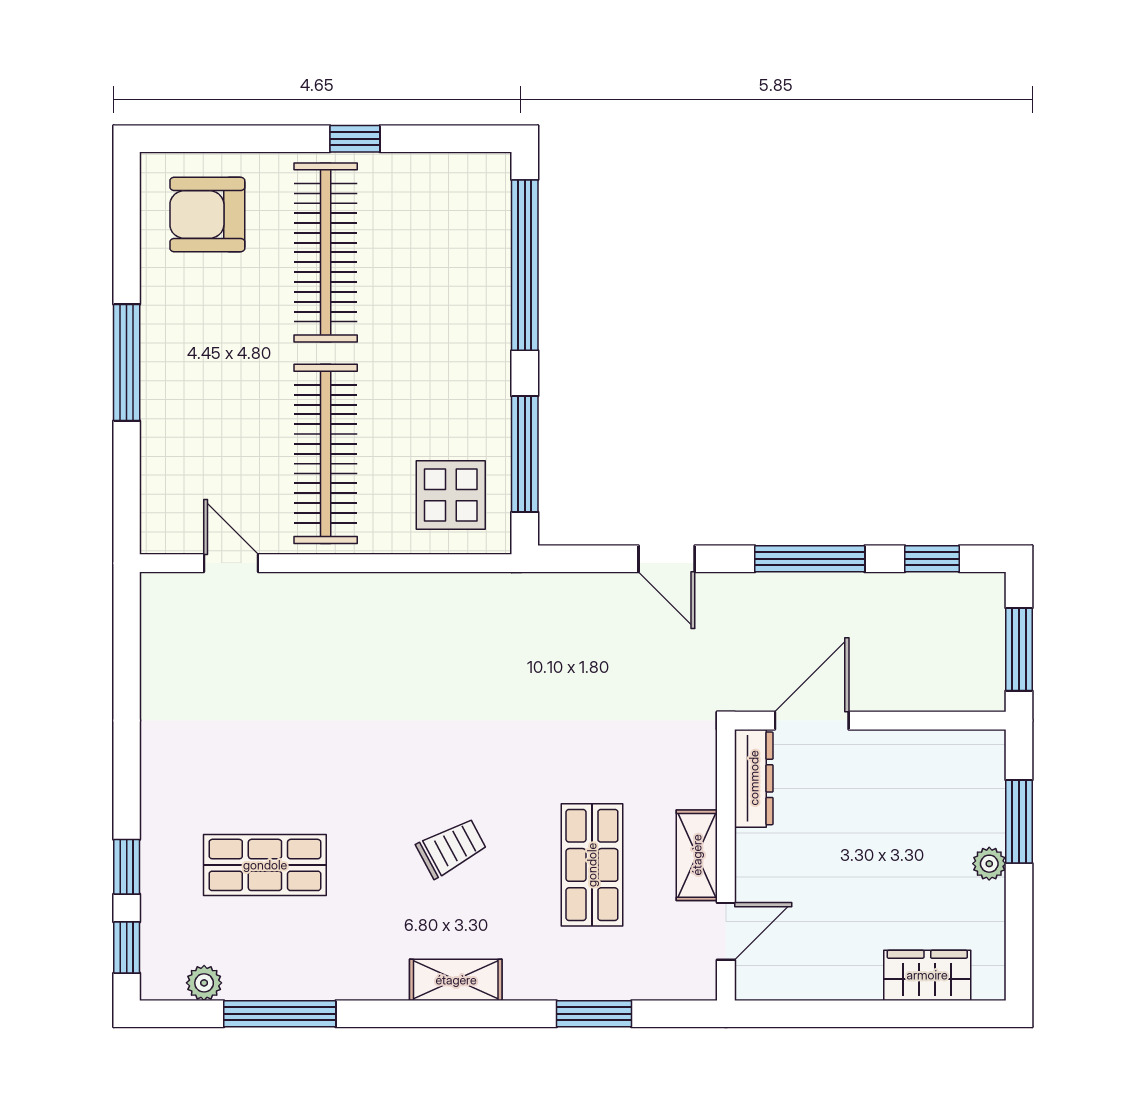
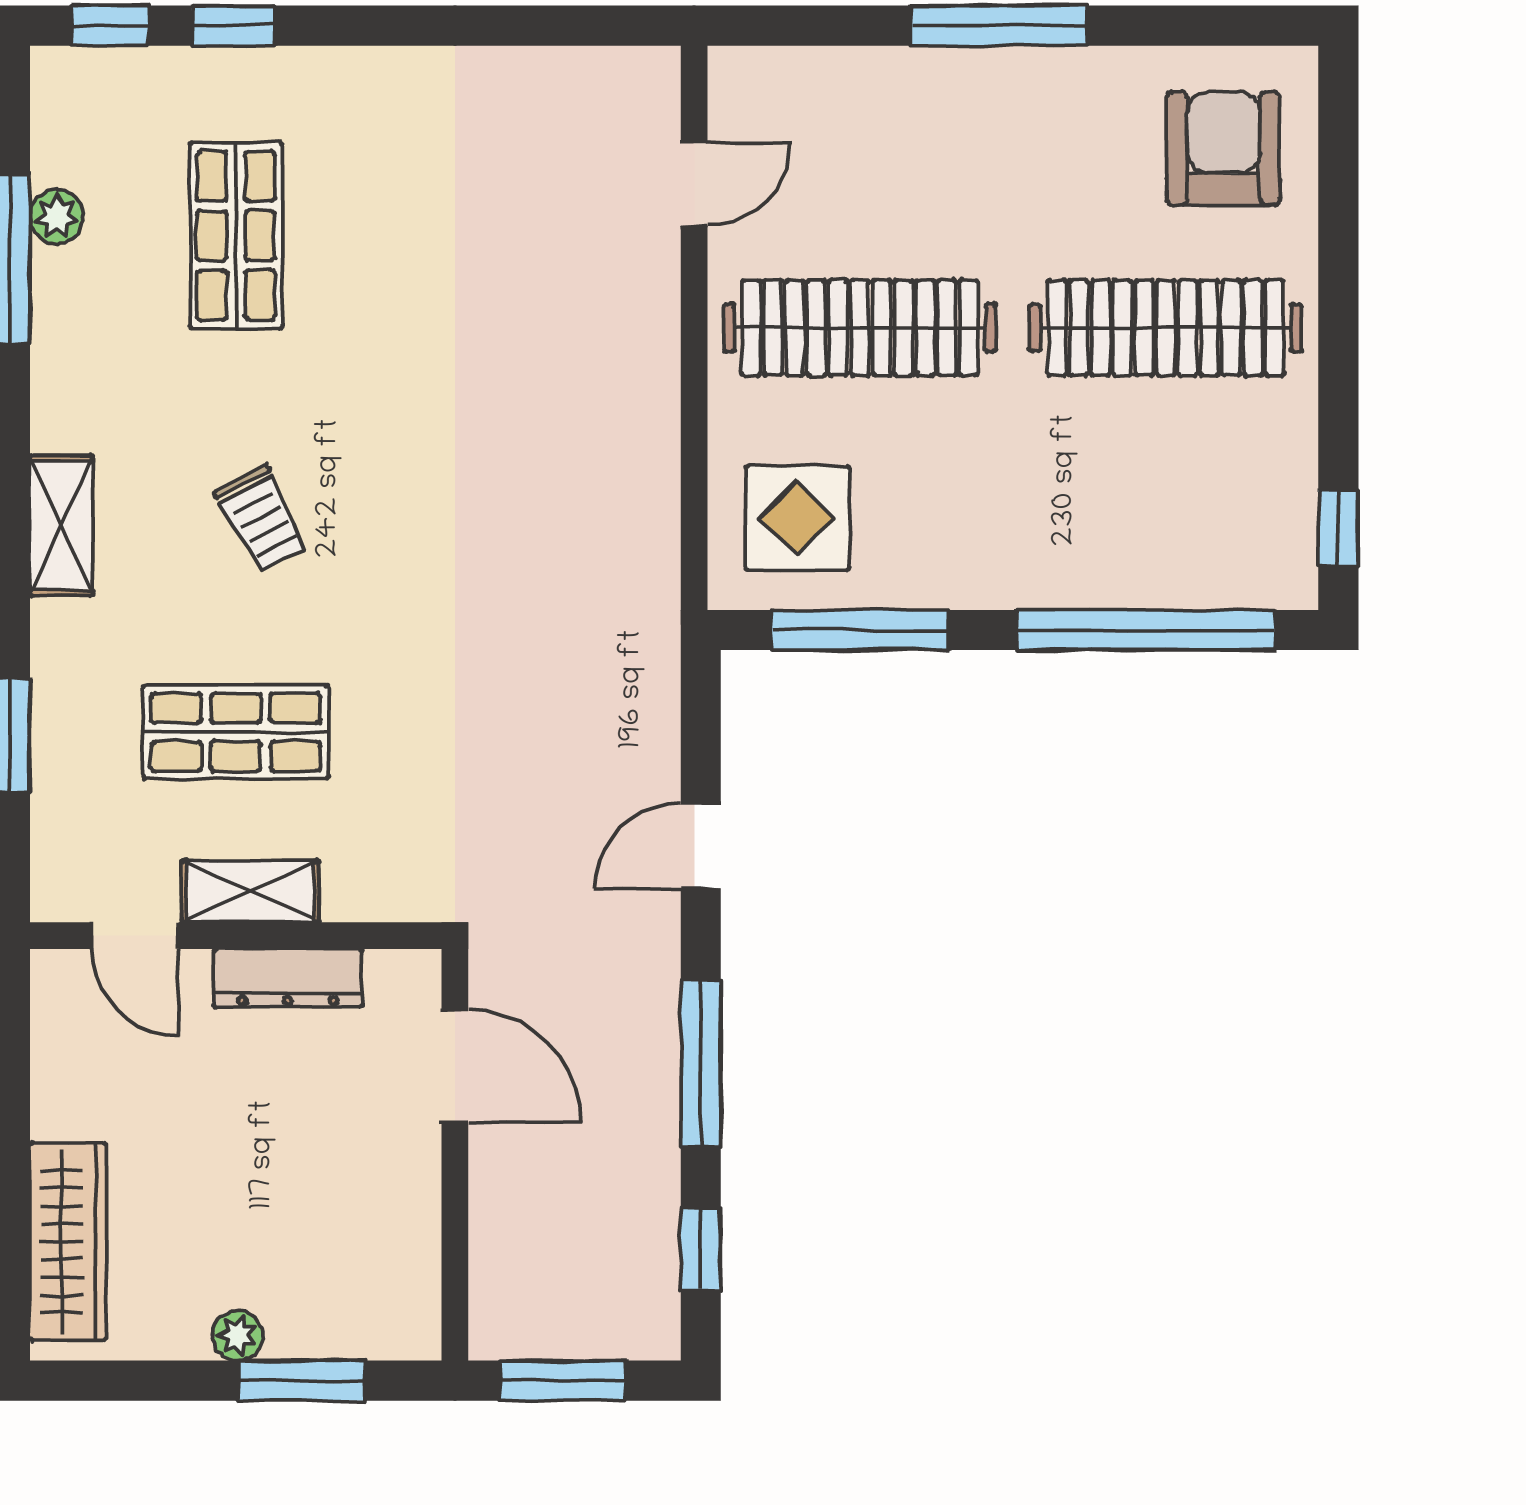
window: (355, 139) -> (1338, 528), moved
dresser: (754, 778) -> (288, 978), moved
wardrobe: (927, 975) -> (68, 1241), width x1.50
plant: (204, 983) -> (57, 216), moved

